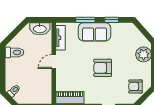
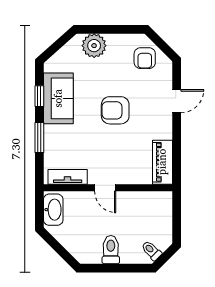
sofa: (94, 32) -> (58, 98), moved
toilet: (15, 52) -> (111, 250), moved
armchair: (103, 68) -> (115, 110), turned 90

